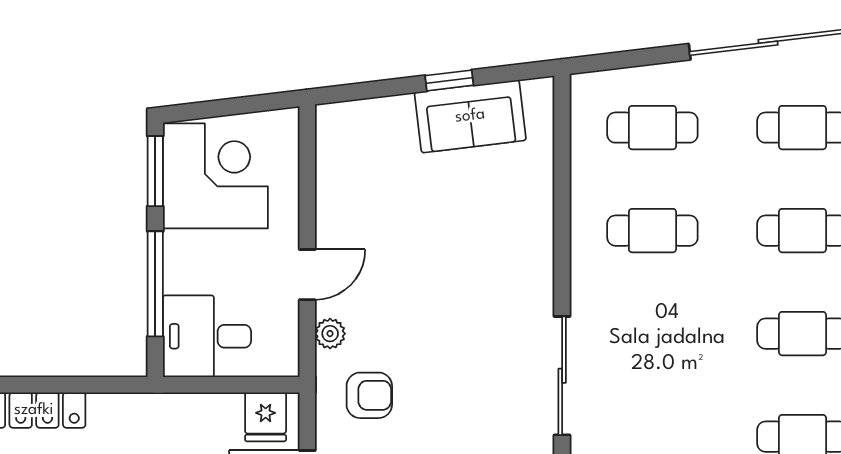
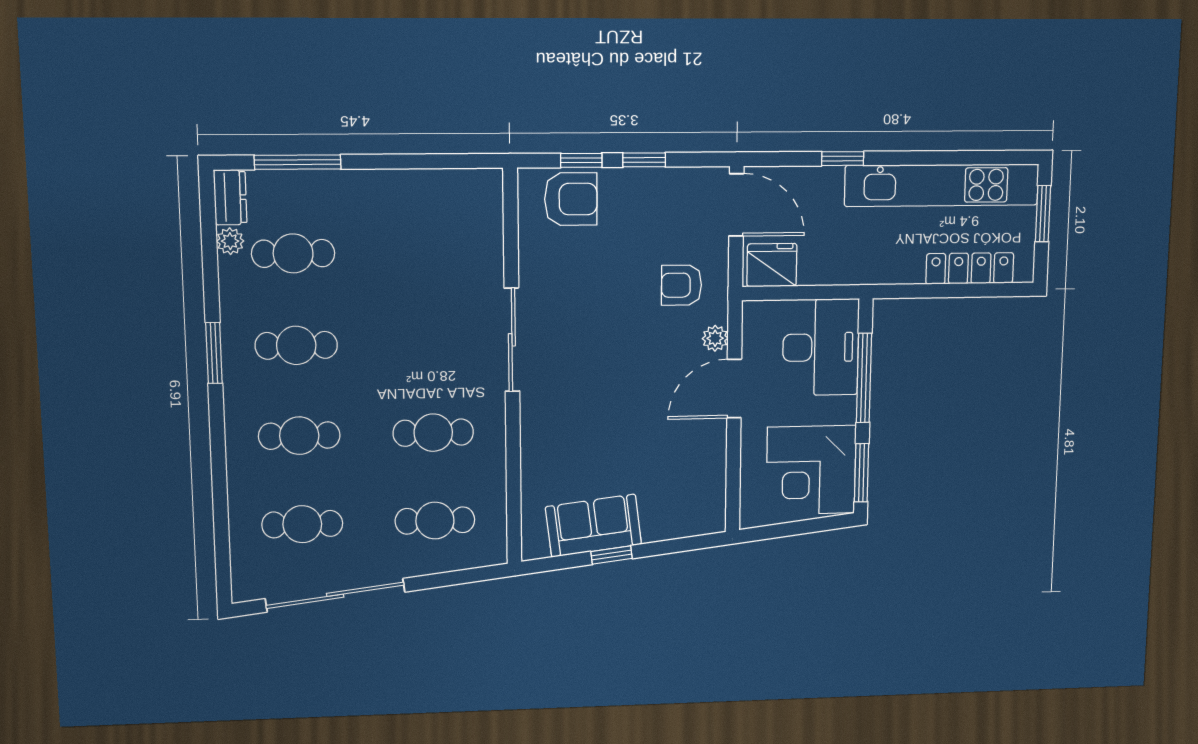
door: (307, 275) -> (734, 389), width x1.38
desk: (207, 336) -> (821, 347), width x1.37
sliding door: (562, 376) -> (512, 340), moved
fridge: (266, 417) -> (772, 265), width x1.38

